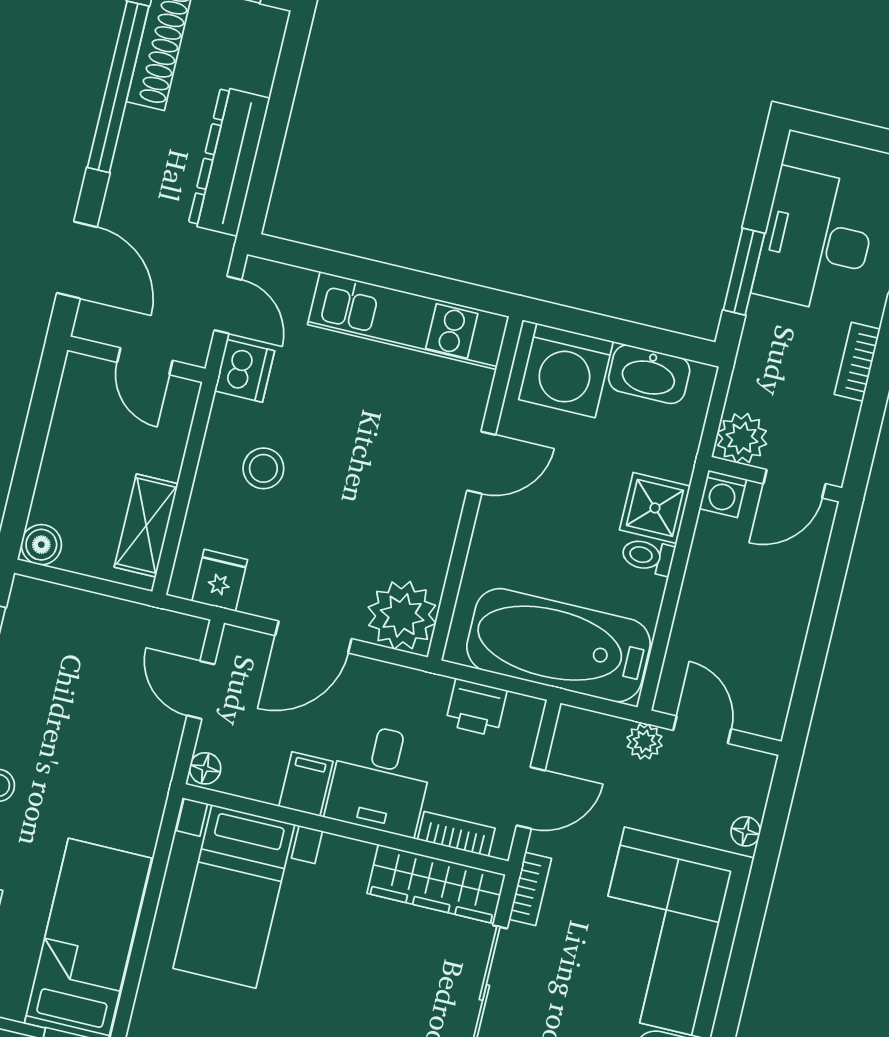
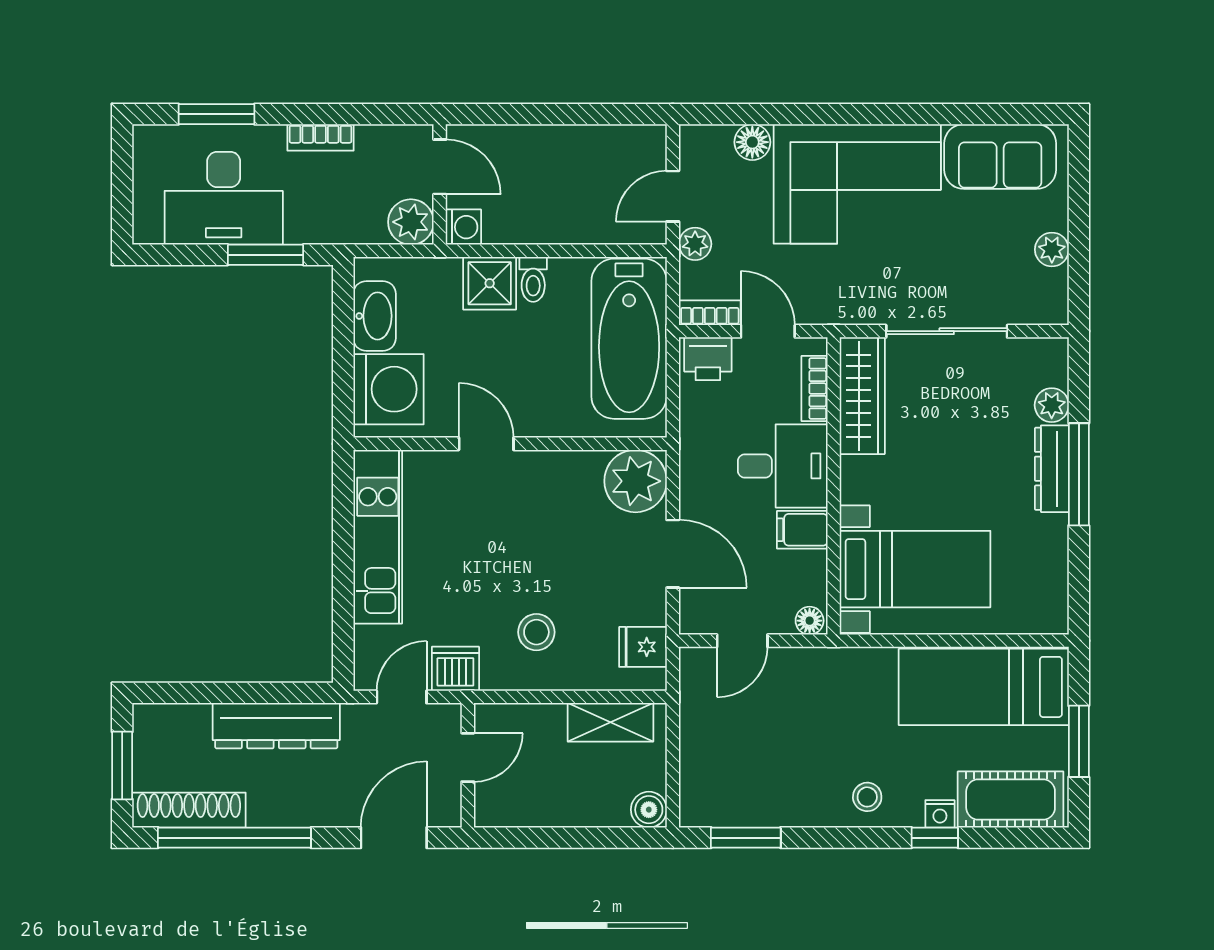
printer: (476, 707) -> (708, 359), moved, turned 90
floor lamp: (746, 831) -> (752, 142), width x1.37, depth x1.37
bookcase: (530, 889) -> (710, 313), moved

